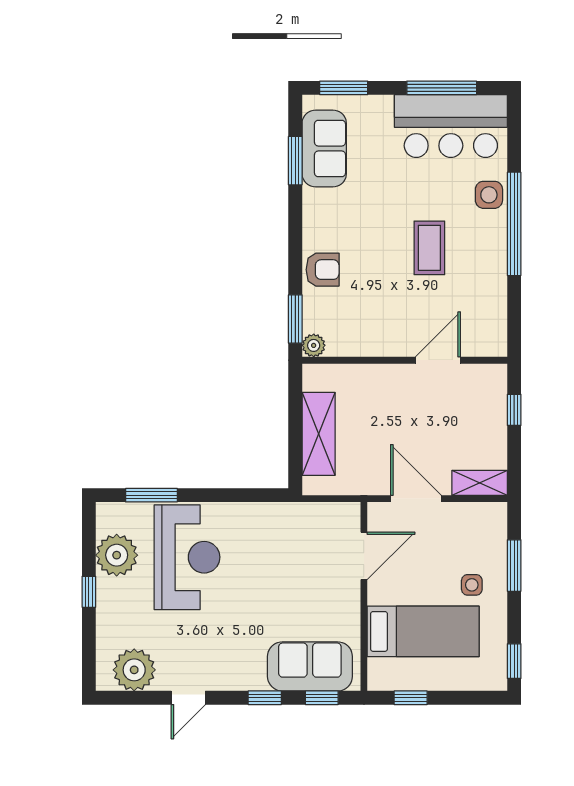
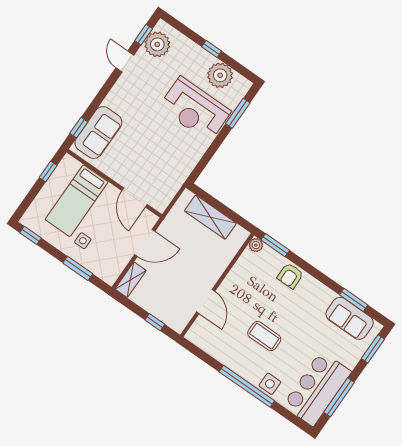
window: (265, 698) -> (144, 35), moved

